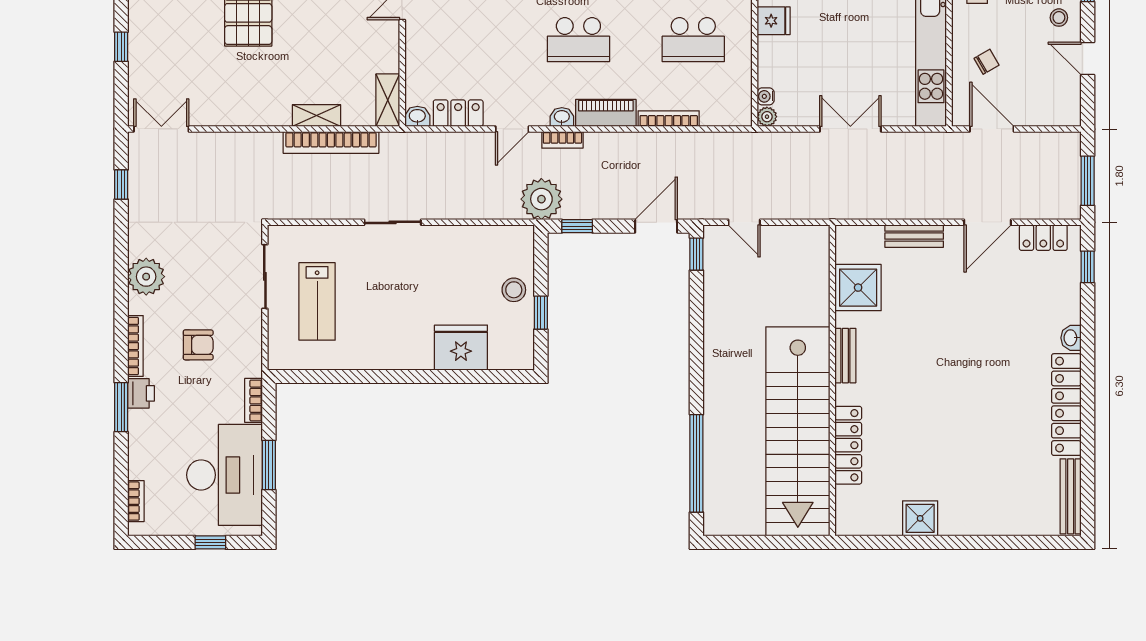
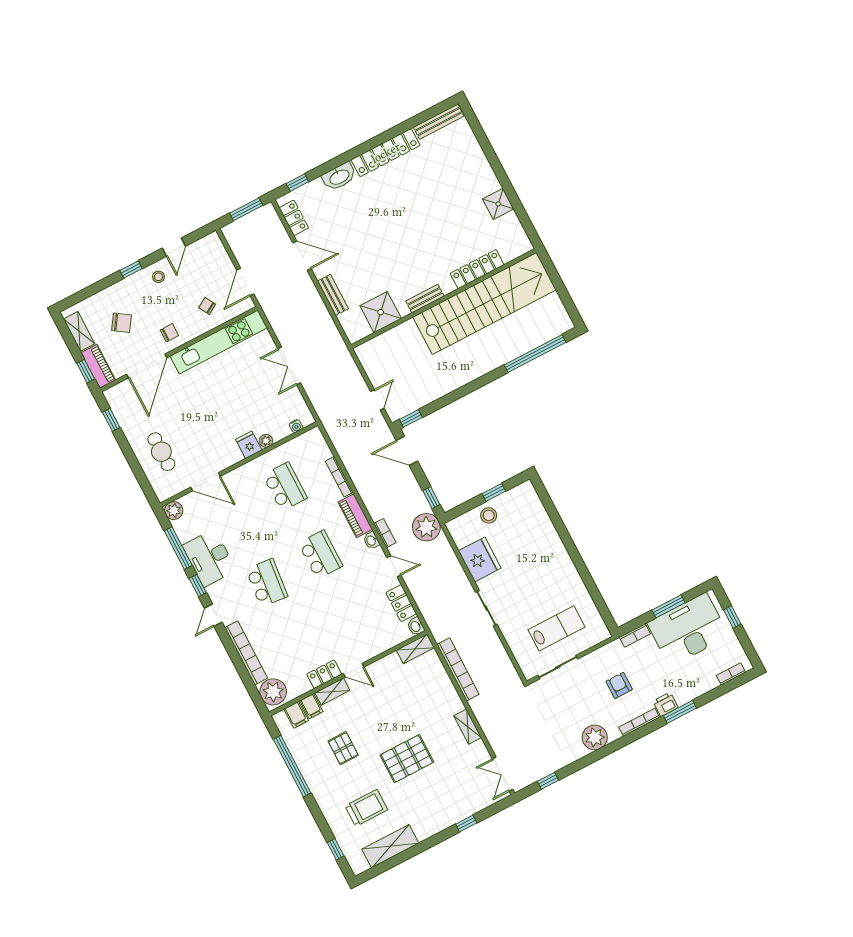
shelving: (316, 116) -> (468, 727), moved
plant: (767, 117) -> (266, 441), moved
washbasin: (1071, 338) -> (339, 177), width x1.91, depth x1.45
fridge: (461, 348) -> (480, 559), moved, turned 180

